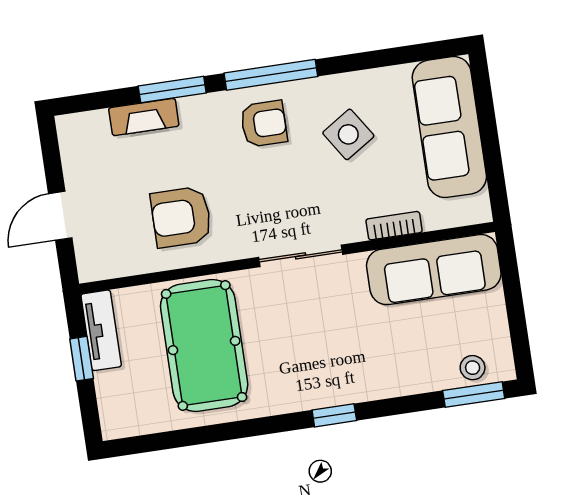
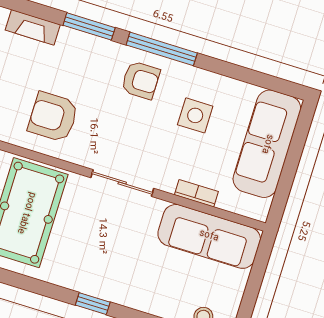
fireplace: (144, 117) -> (33, 27), moved
side table: (348, 134) -> (195, 115), turned 33

